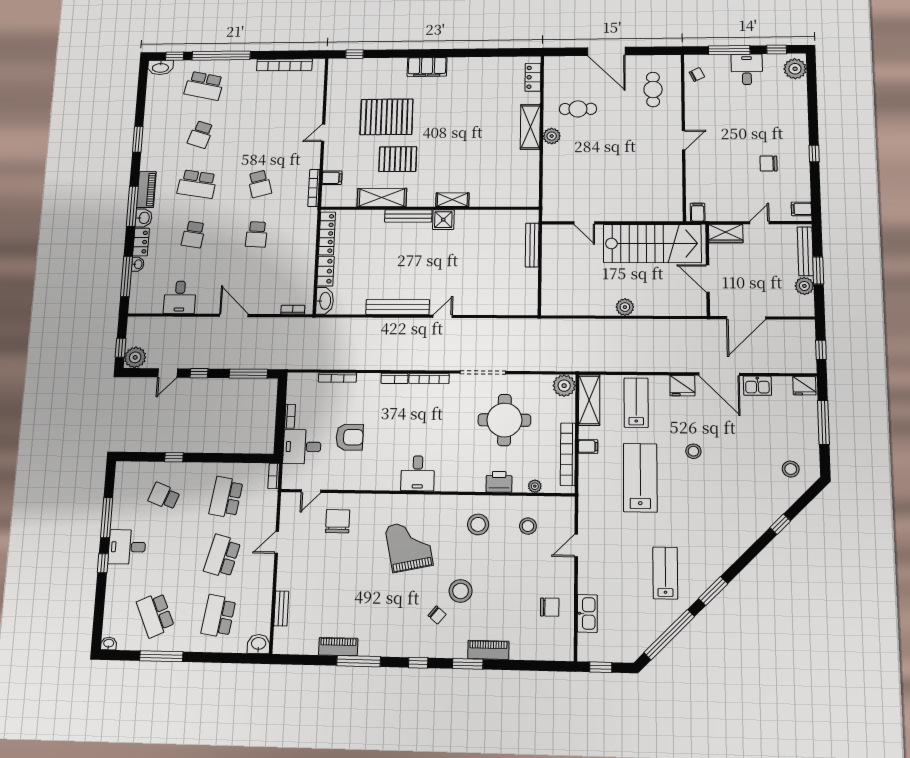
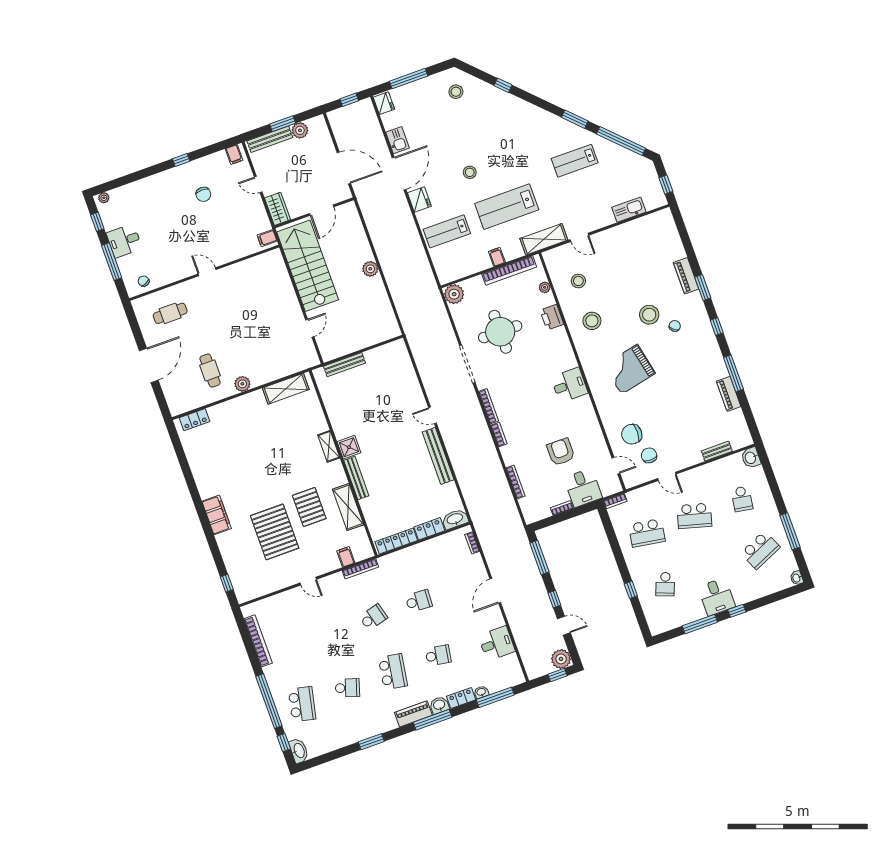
plant: (795, 69) -> (104, 198), width x0.53, depth x0.53
shelving: (530, 127) -> (286, 389), moved
shelving: (589, 400) -> (544, 239), moved
chair: (550, 607) -> (649, 455), moved
school desk: (218, 616) -> (742, 499), width x0.54

